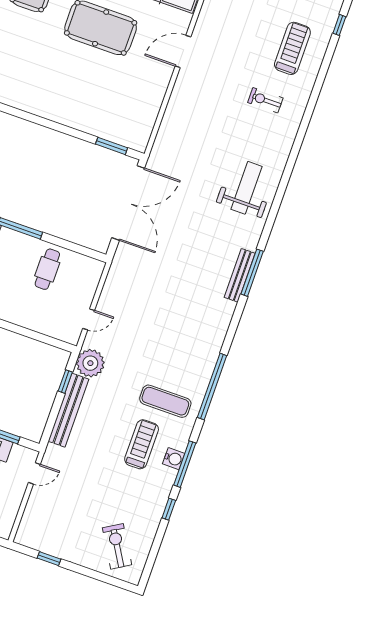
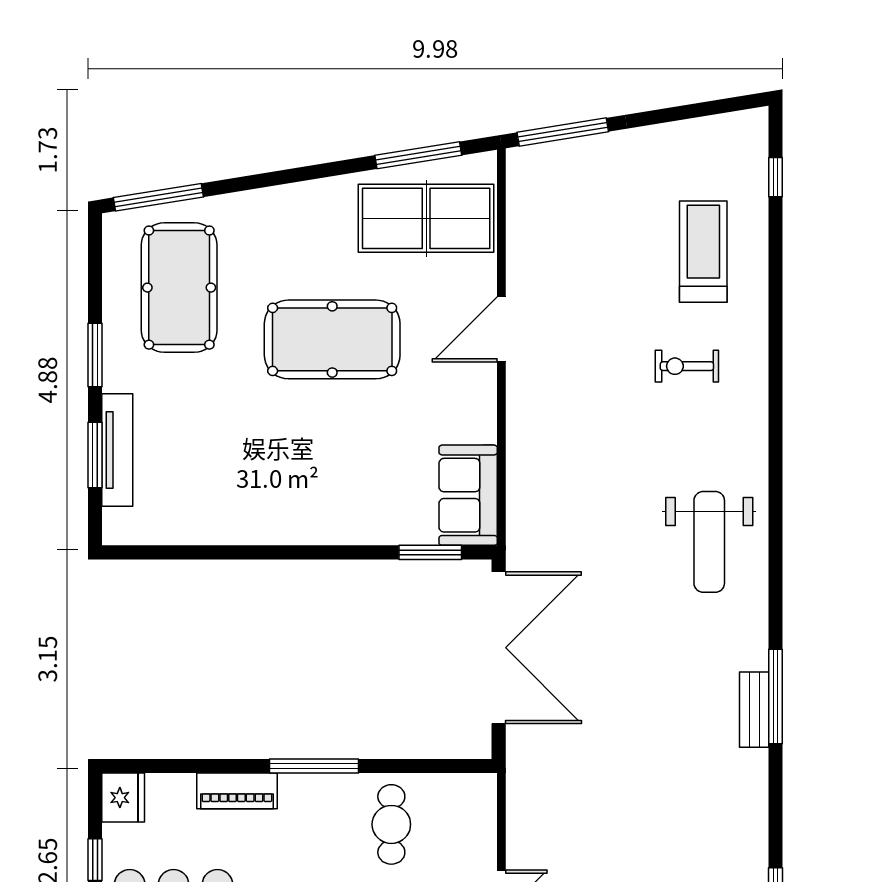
sofa: (139, 125) -> (468, 495), added
weight bench: (246, 188) -> (709, 542), turned 180
bench: (240, 275) -> (754, 710), width x0.73

